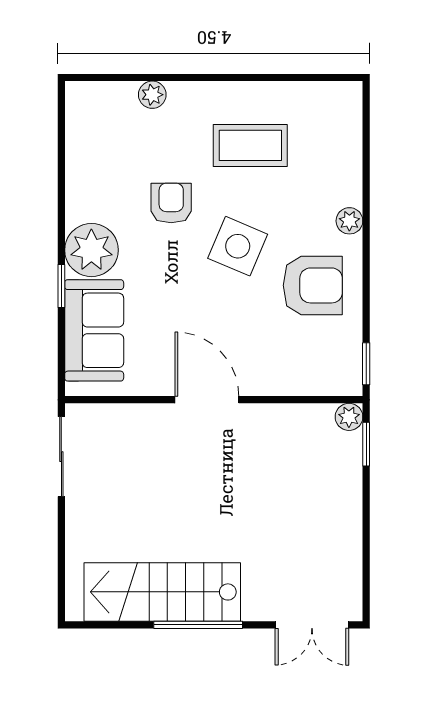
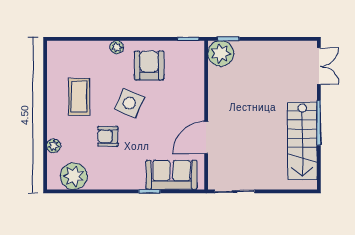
plant: (91, 250) -> (74, 176), moved
door: (207, 400) -> (206, 138), moved
plant: (349, 417) -> (221, 53), width x1.88, depth x1.88

